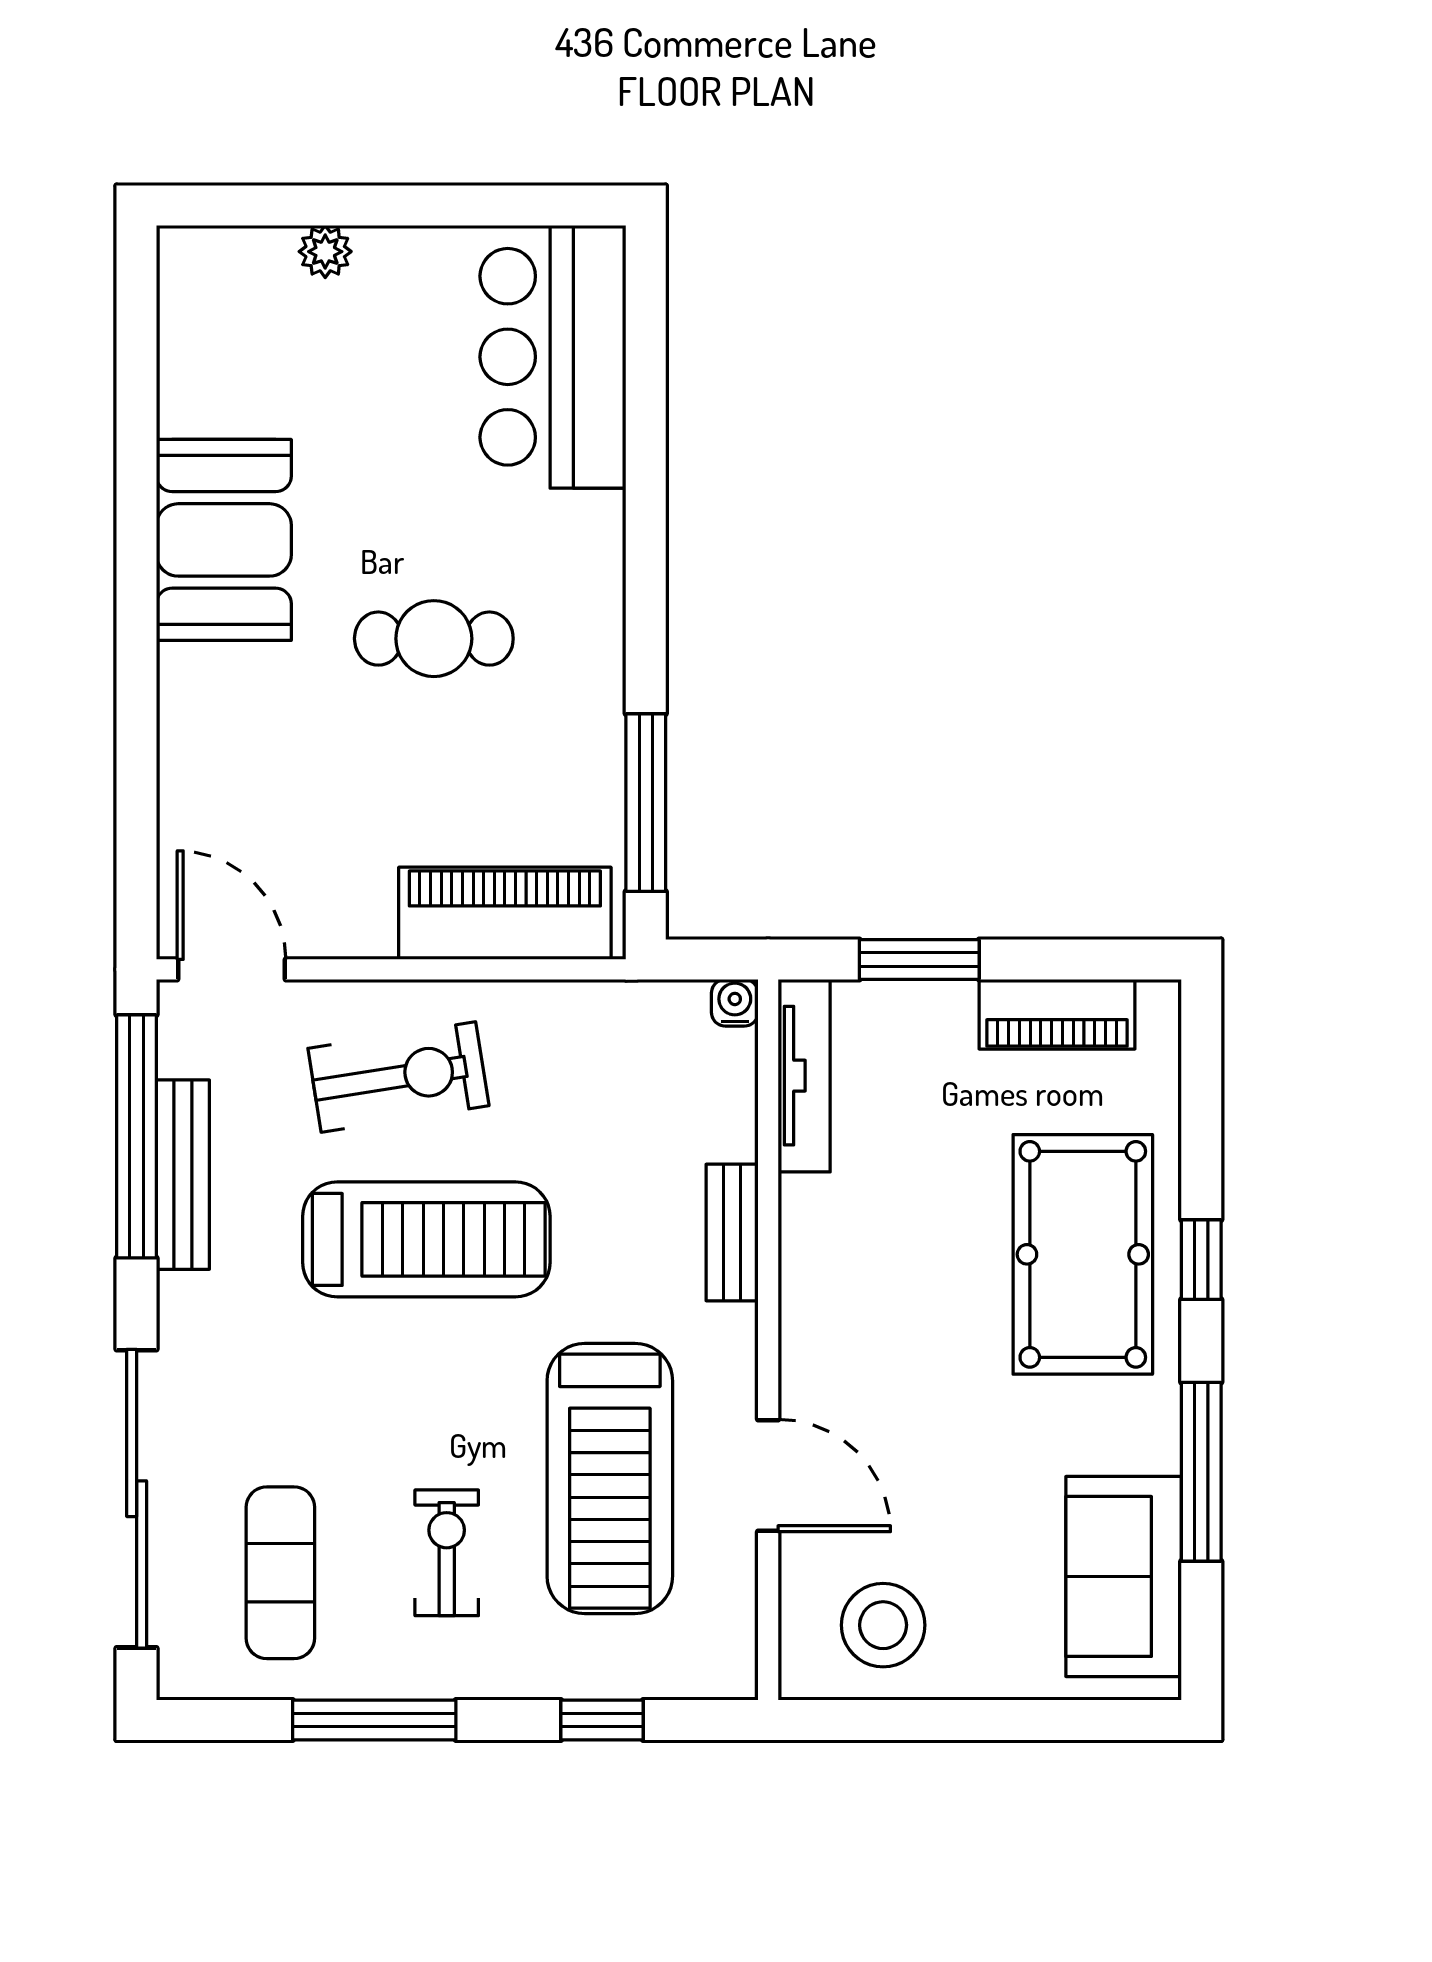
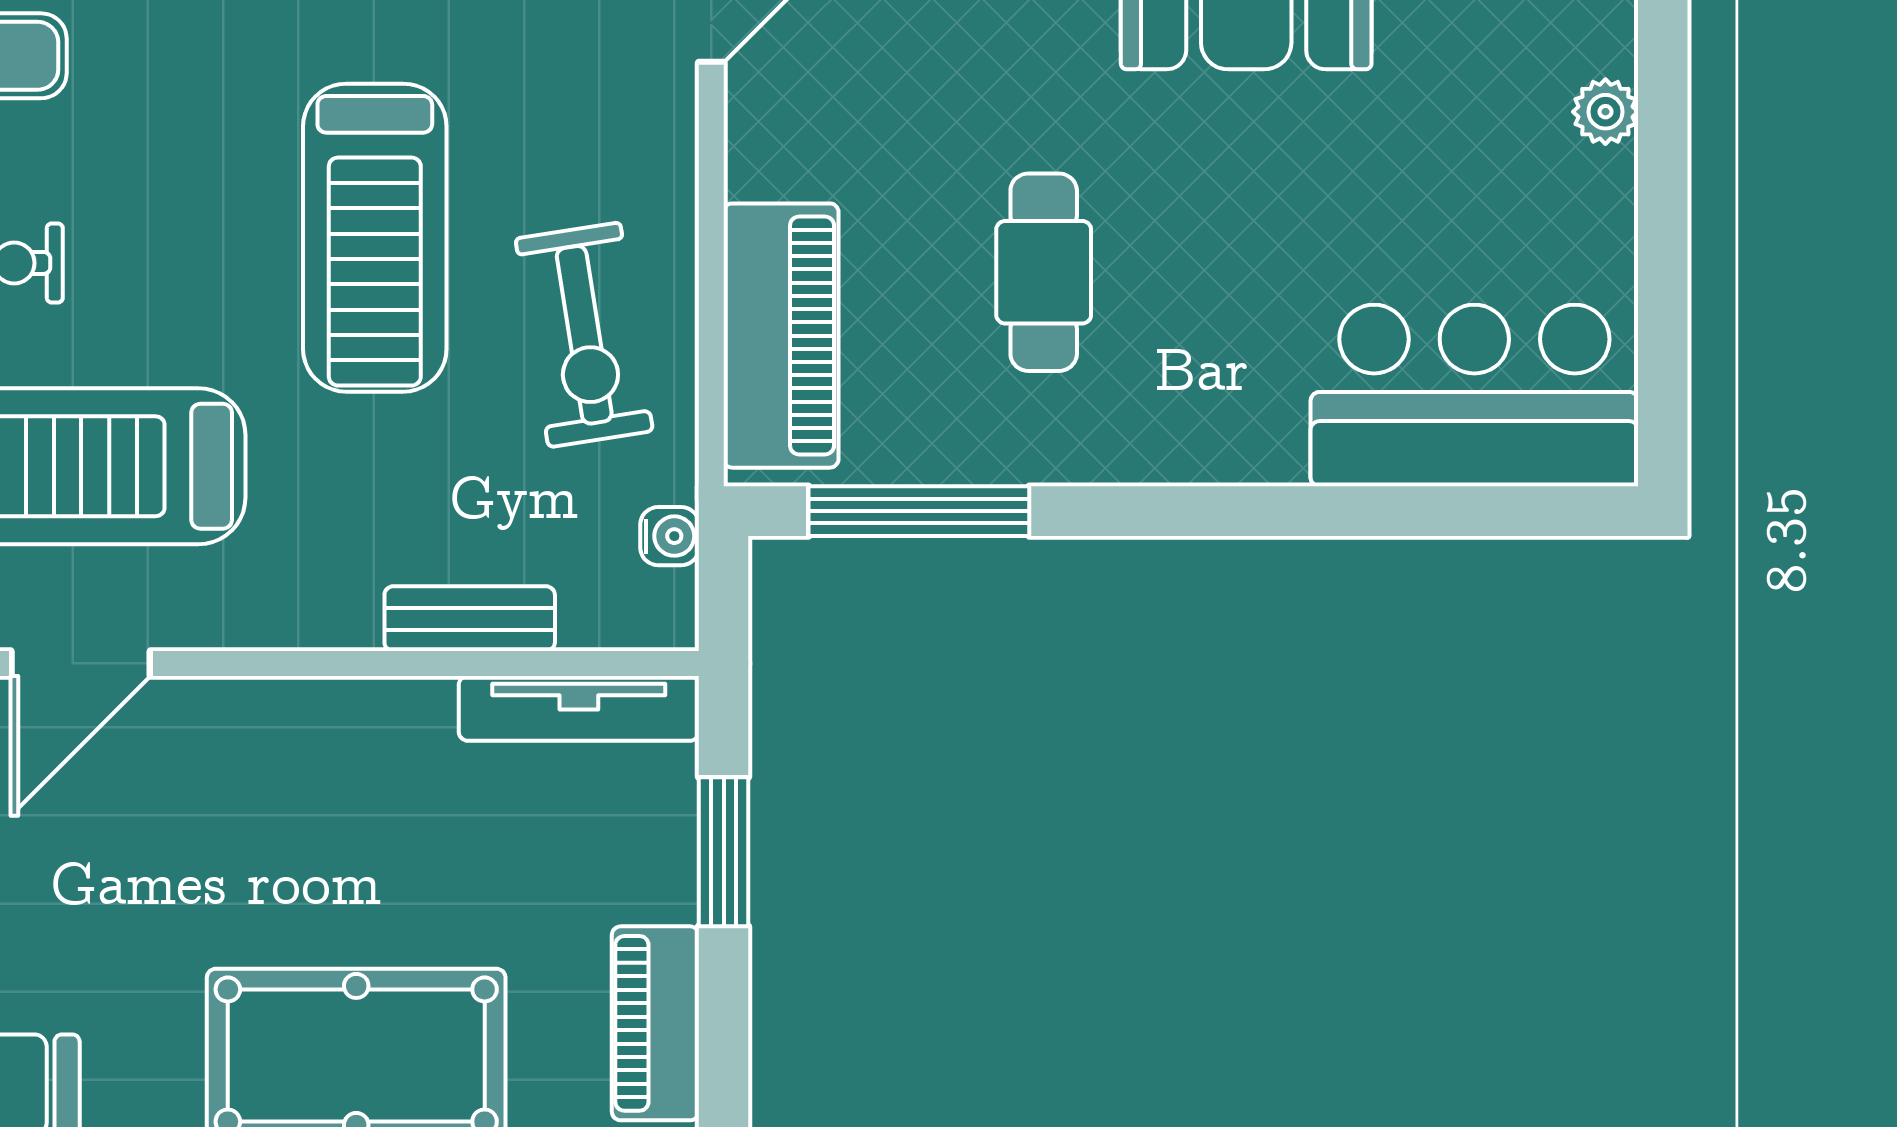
cafe table: (434, 639) -> (1044, 272), moved
water cooler: (735, 1003) -> (670, 536), moved
exercise bike: (398, 1077) -> (584, 335), moved
bench: (732, 1233) -> (470, 619), moved

